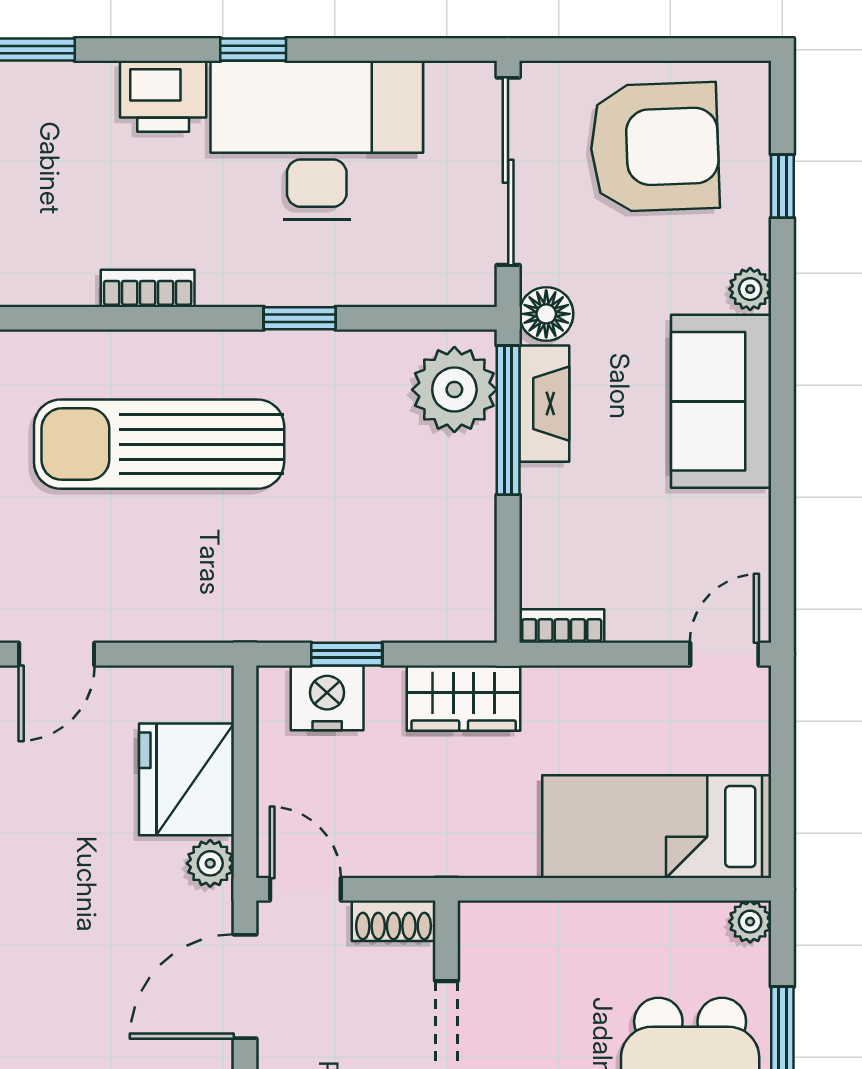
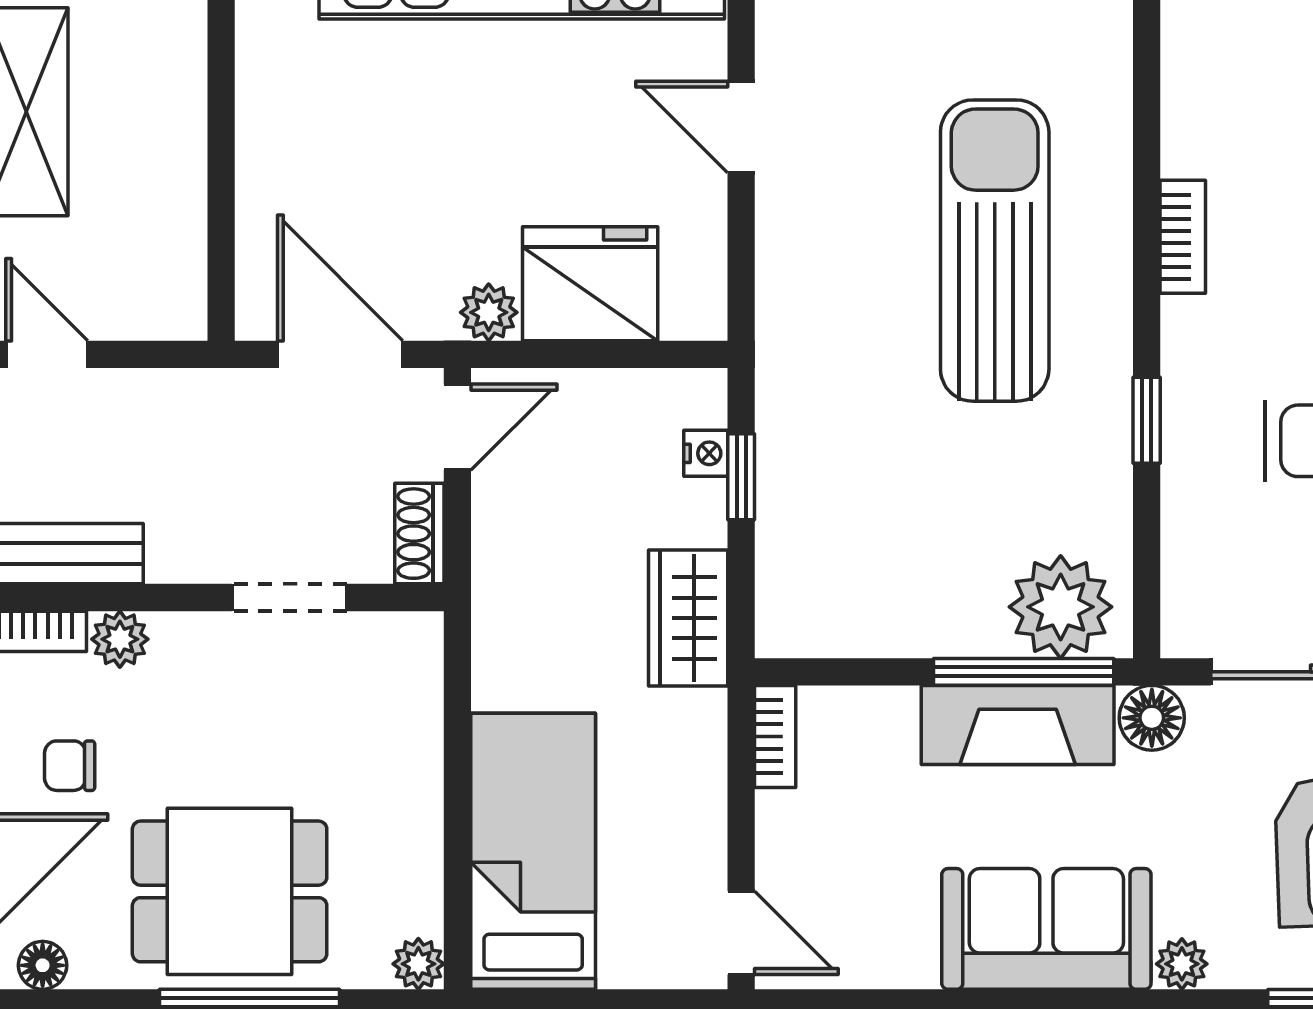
fireplace: (544, 404) -> (1018, 725), width x1.37, depth x1.32
nightstand: (327, 698) -> (706, 453), width x0.53, depth x0.56

